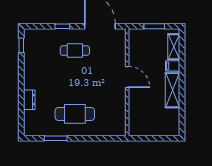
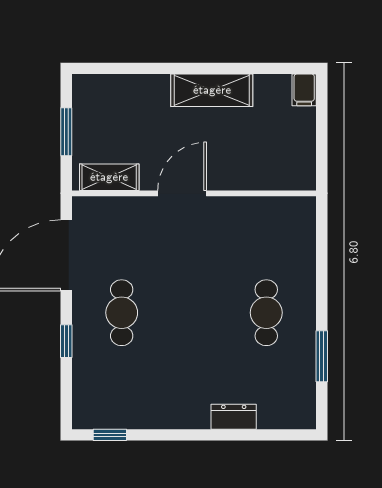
shelving: (174, 47) -> (109, 177), moved
filing cabinet: (173, 66) -> (304, 90), moved
cafe table: (75, 114) -> (266, 313), width x0.73, depth x0.74

